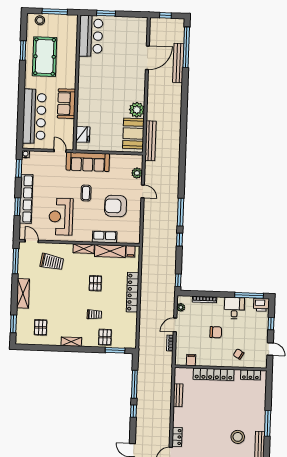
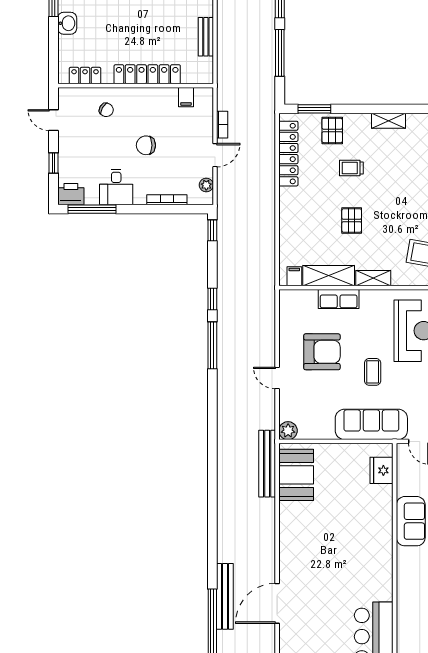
plant: (137, 110) -> (292, 515), removed
plant: (137, 173) -> (288, 431), moved
locker: (133, 292) -> (288, 154), moved
washbasin: (260, 406) -> (67, 23), added

